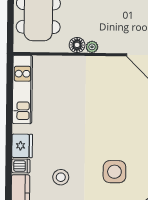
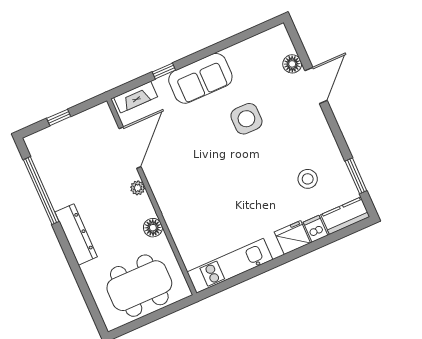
plant: (92, 47) -> (138, 188), moved
side table: (114, 172) -> (246, 119), moved

